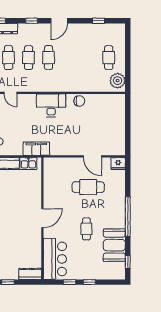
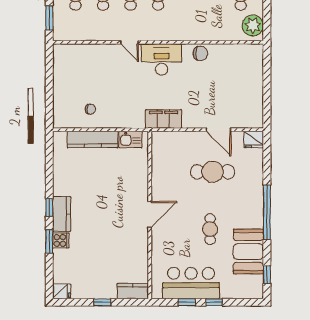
door: (10, 93) -> (129, 42), moved
filing cabinet: (36, 149) -> (164, 119), moved
bar counter: (55, 259) -> (191, 283), moved, turned -90

